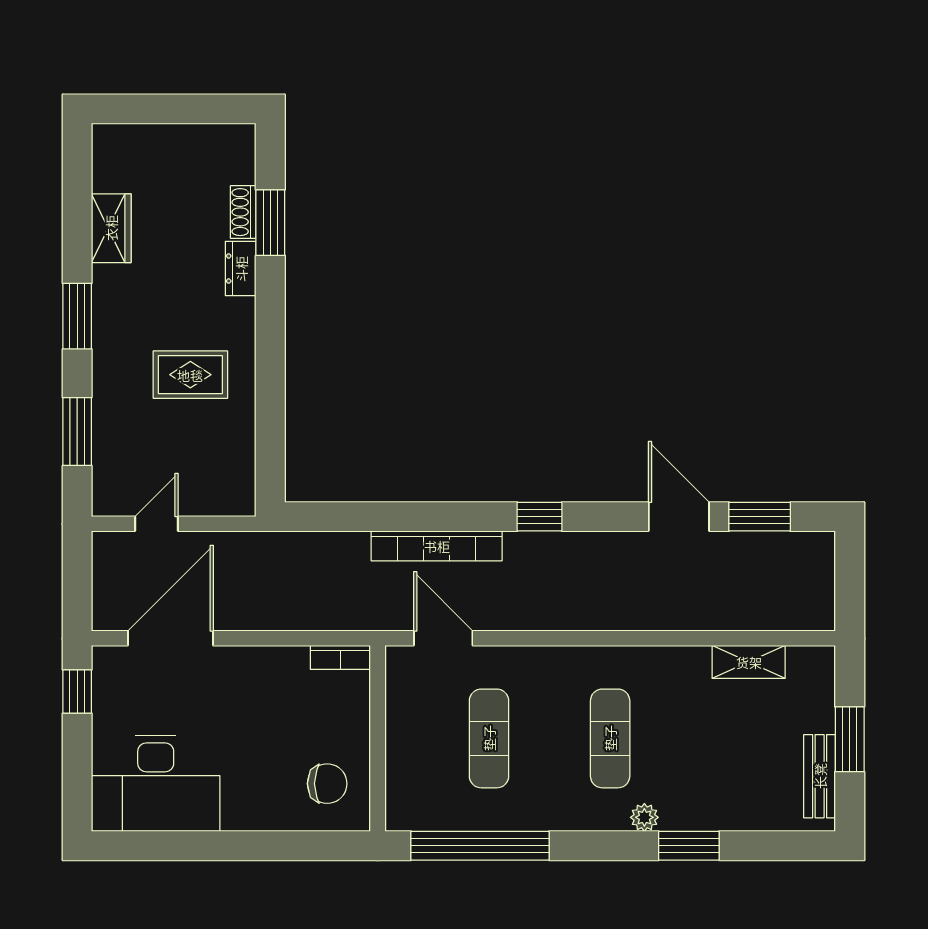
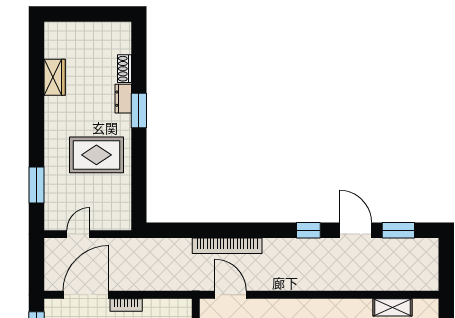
window: (270, 223) -> (139, 110), moved
window: (77, 316) -> (36, 124), removed
rug: (190, 375) -> (96, 155), width x1.36, depth x1.43
window: (539, 517) -> (308, 230), moved
bookcase: (340, 657) -> (126, 305), moved

